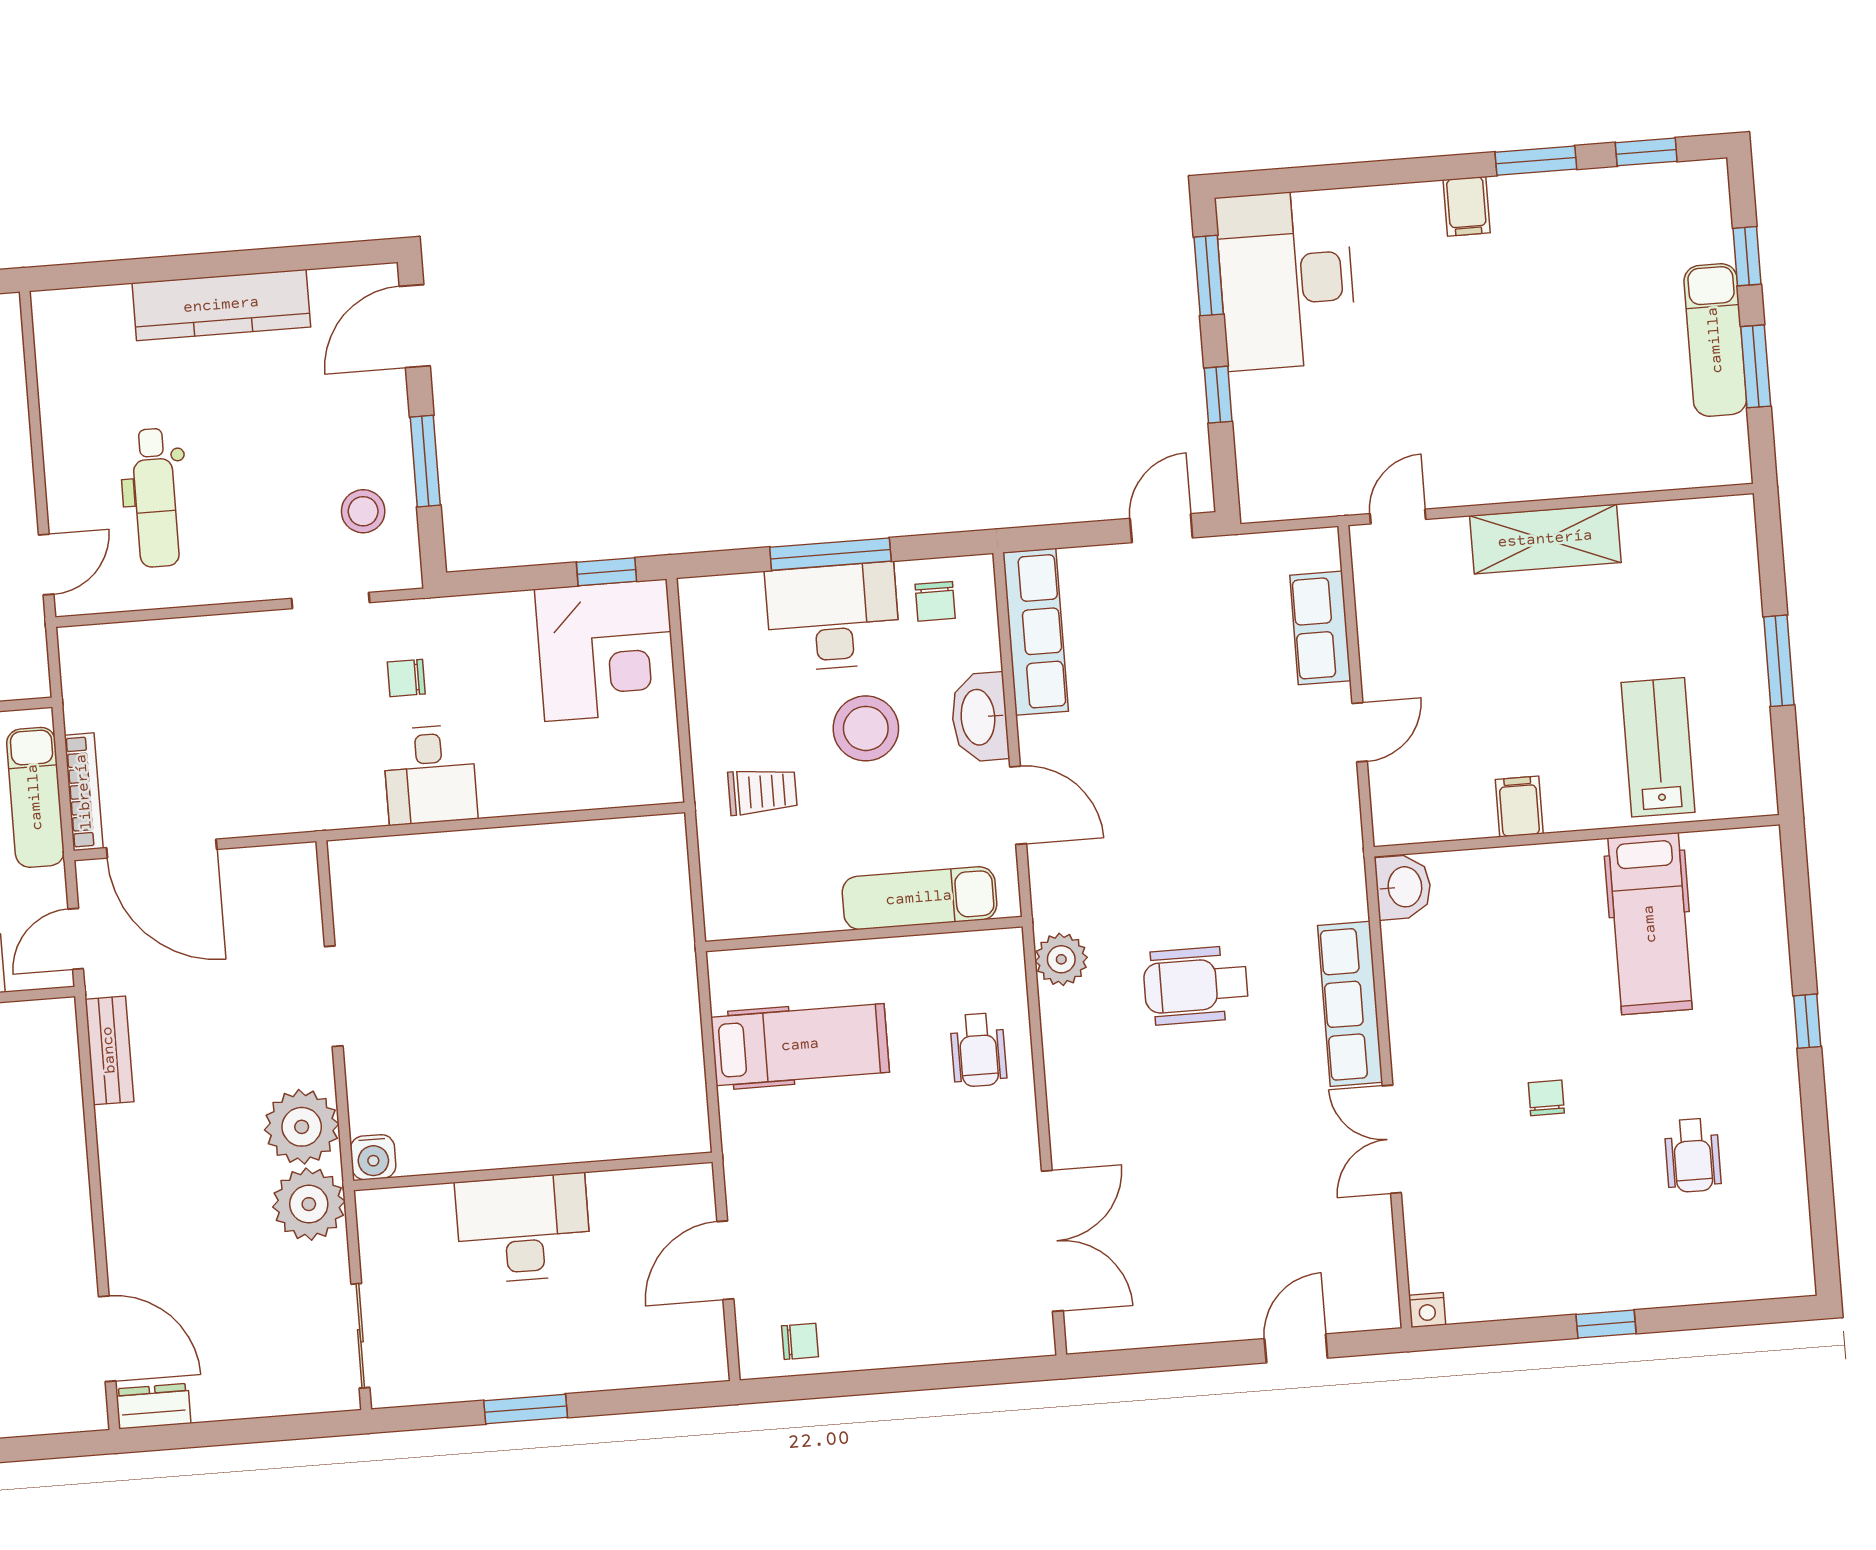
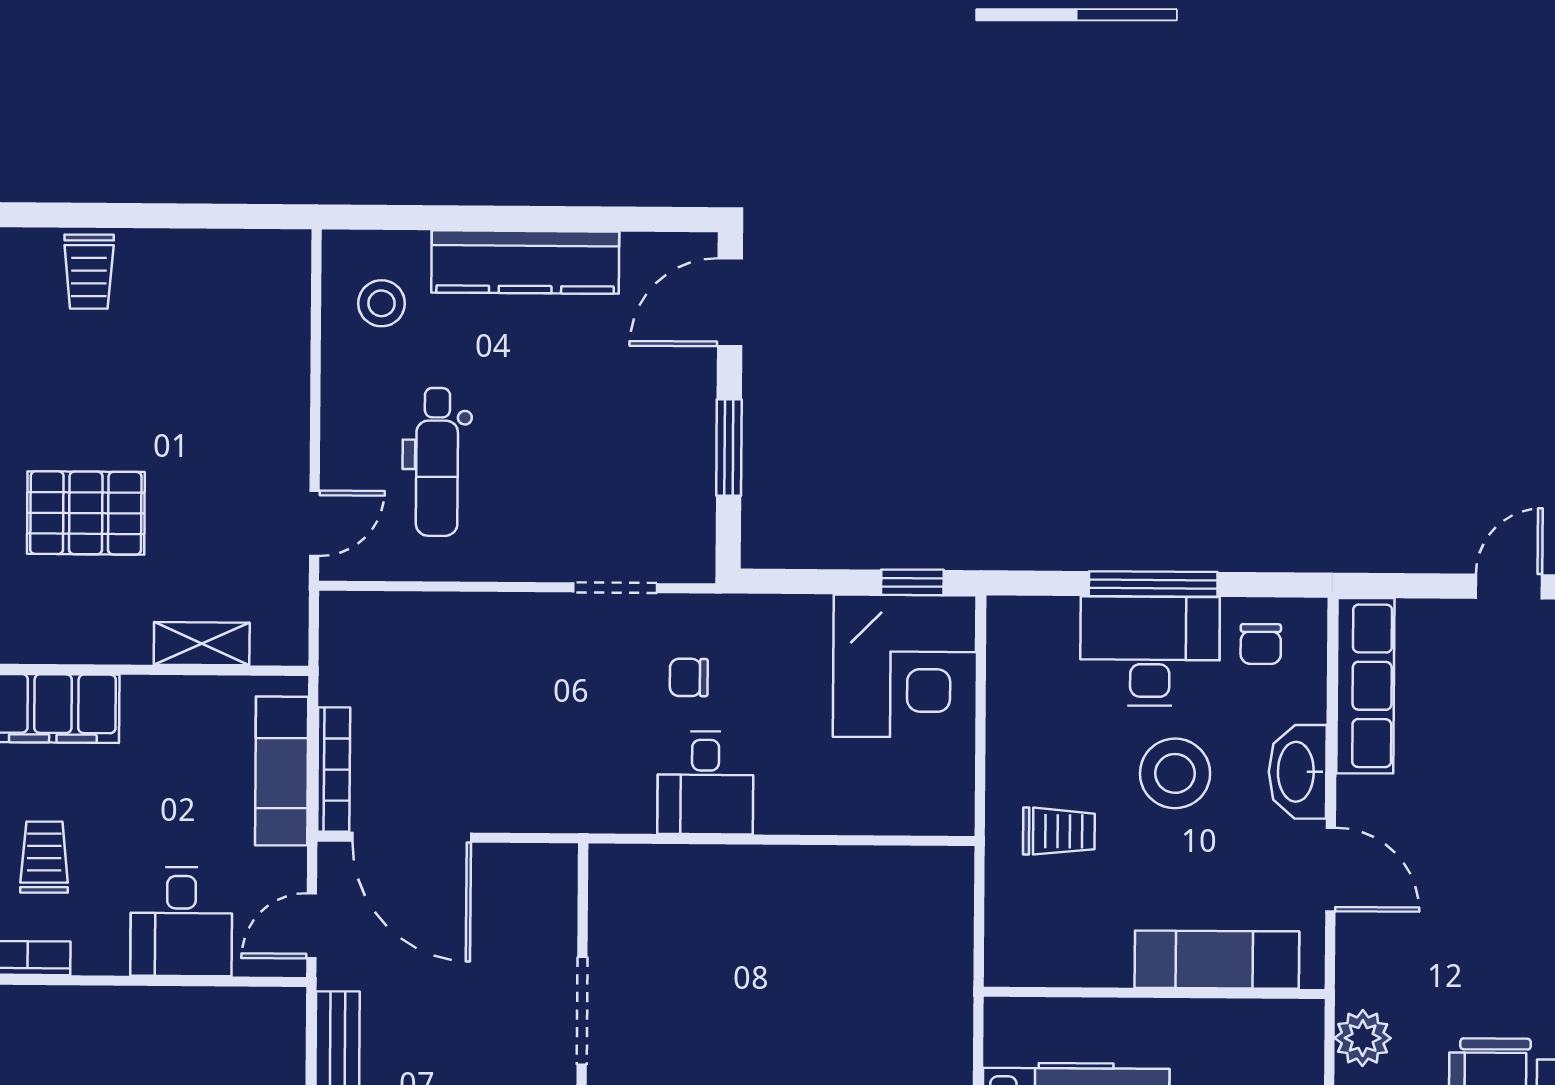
stool: (363, 511) -> (382, 303), moved

